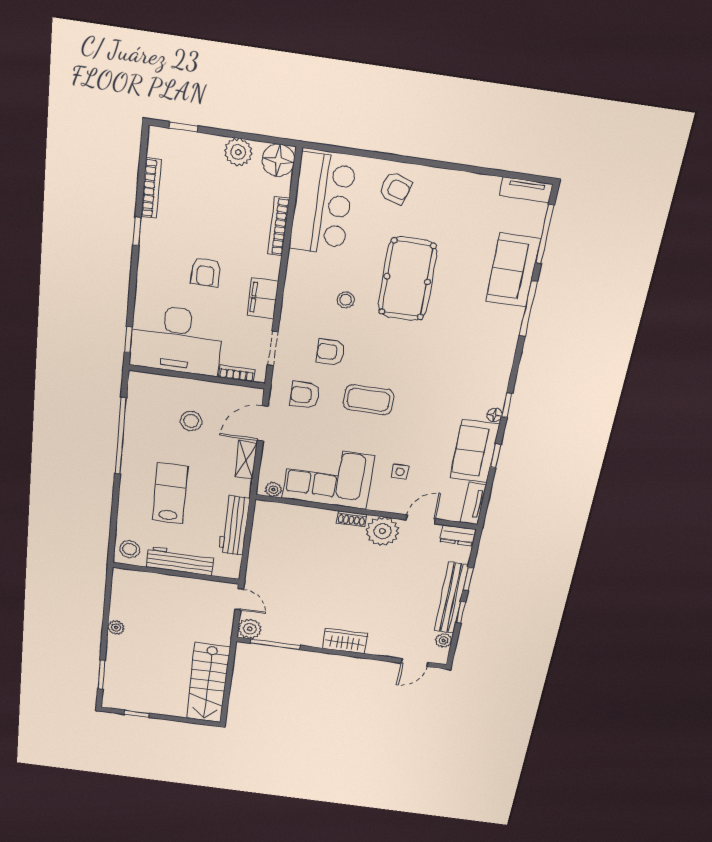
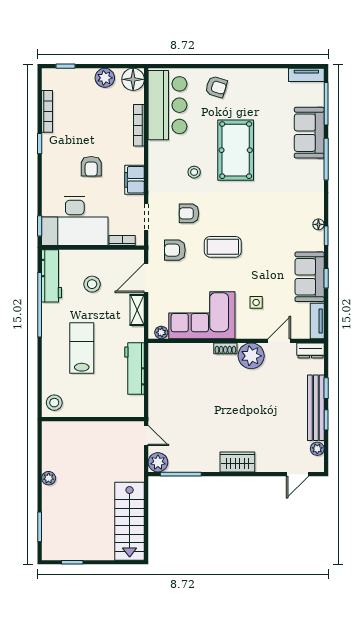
floor lamp: (494, 415) -> (318, 224), moved
workbench: (180, 561) -> (52, 276), moved, turned 90

